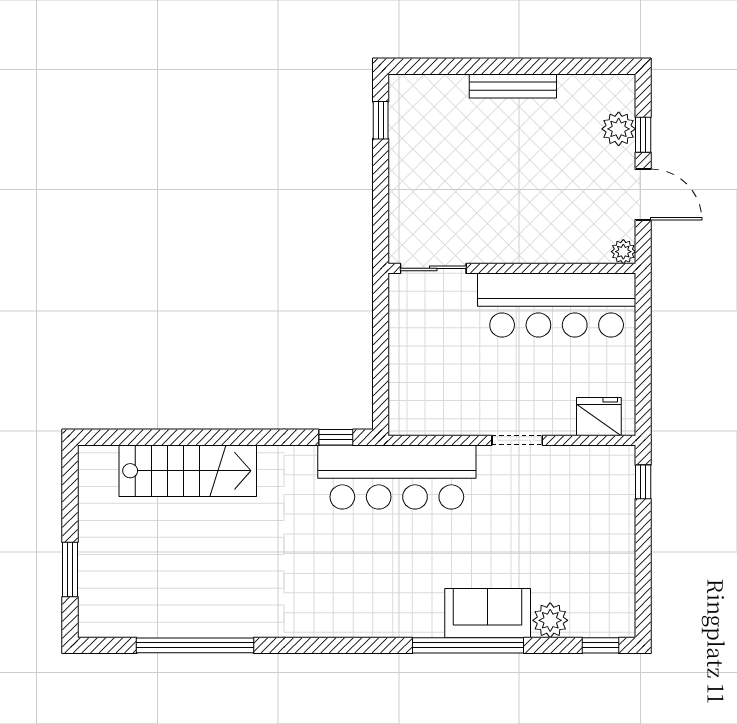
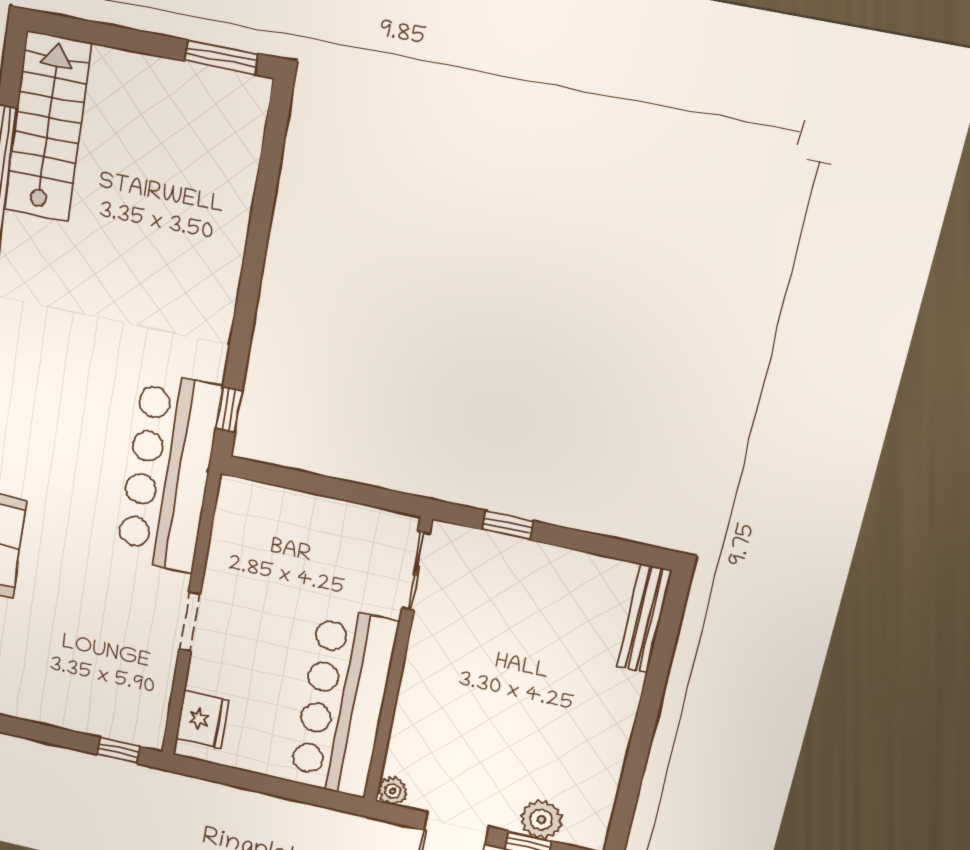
bench: (513, 86) -> (644, 619), moved
window: (381, 120) -> (508, 525), moved
stairs: (188, 471) -> (48, 127), moved, turned 180
window: (70, 570) -> (221, 57), moved

